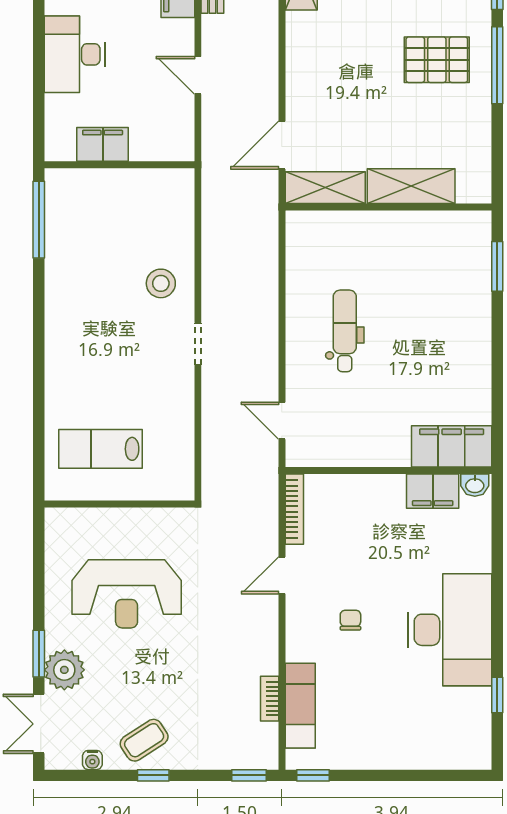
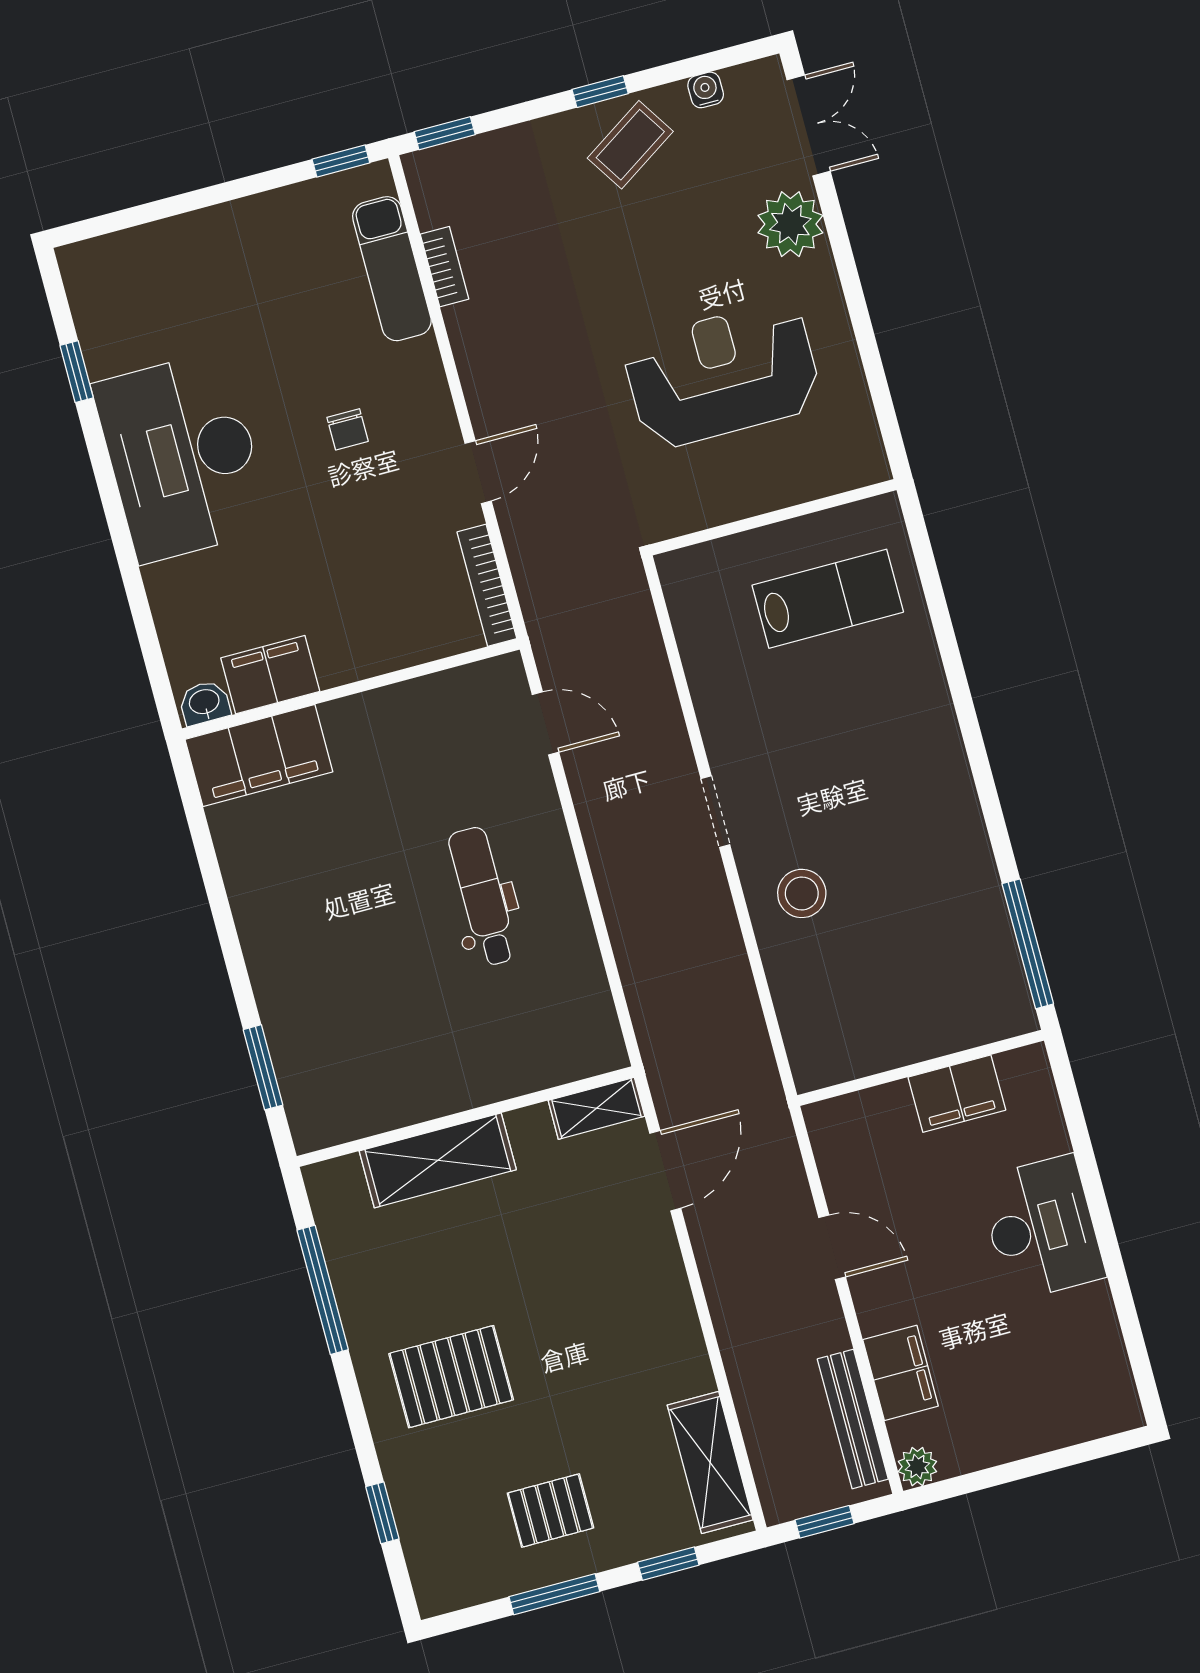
window: (497, 65) -> (323, 1290), moved
shelving: (325, 188) -> (596, 1108), width x0.67, depth x0.75
dental chair: (345, 331) -> (483, 896), turned 180
window: (39, 654) -> (839, 239), removed

